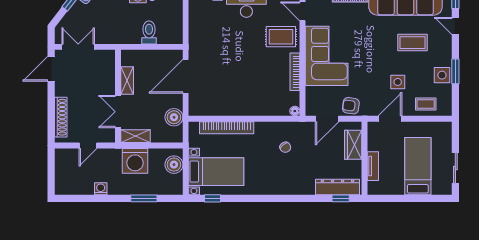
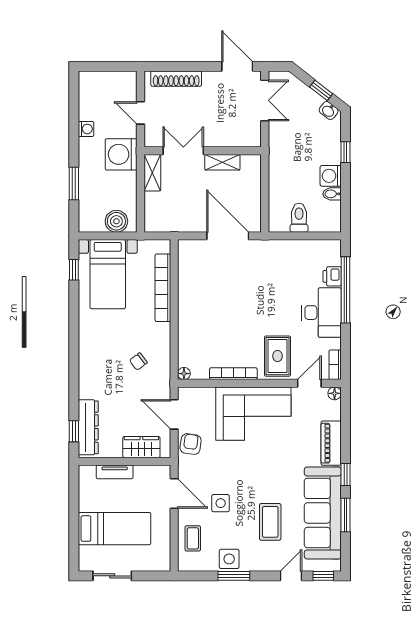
toilet: (149, 32) -> (299, 218), moved, turned -90
boiler: (174, 117) -> (176, 221), removed
washing machine: (135, 161) -> (121, 154), moved

